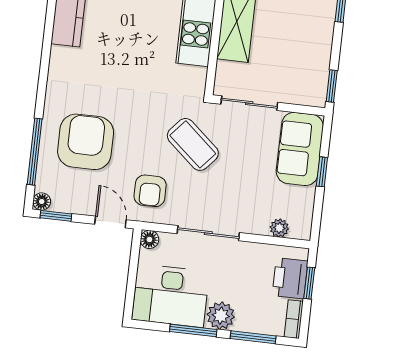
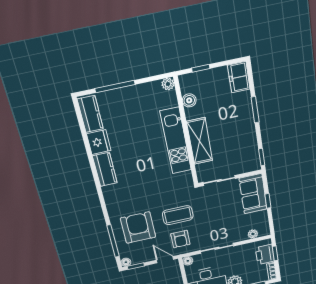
coffee table: (193, 144) -> (178, 215), moved, turned -41

